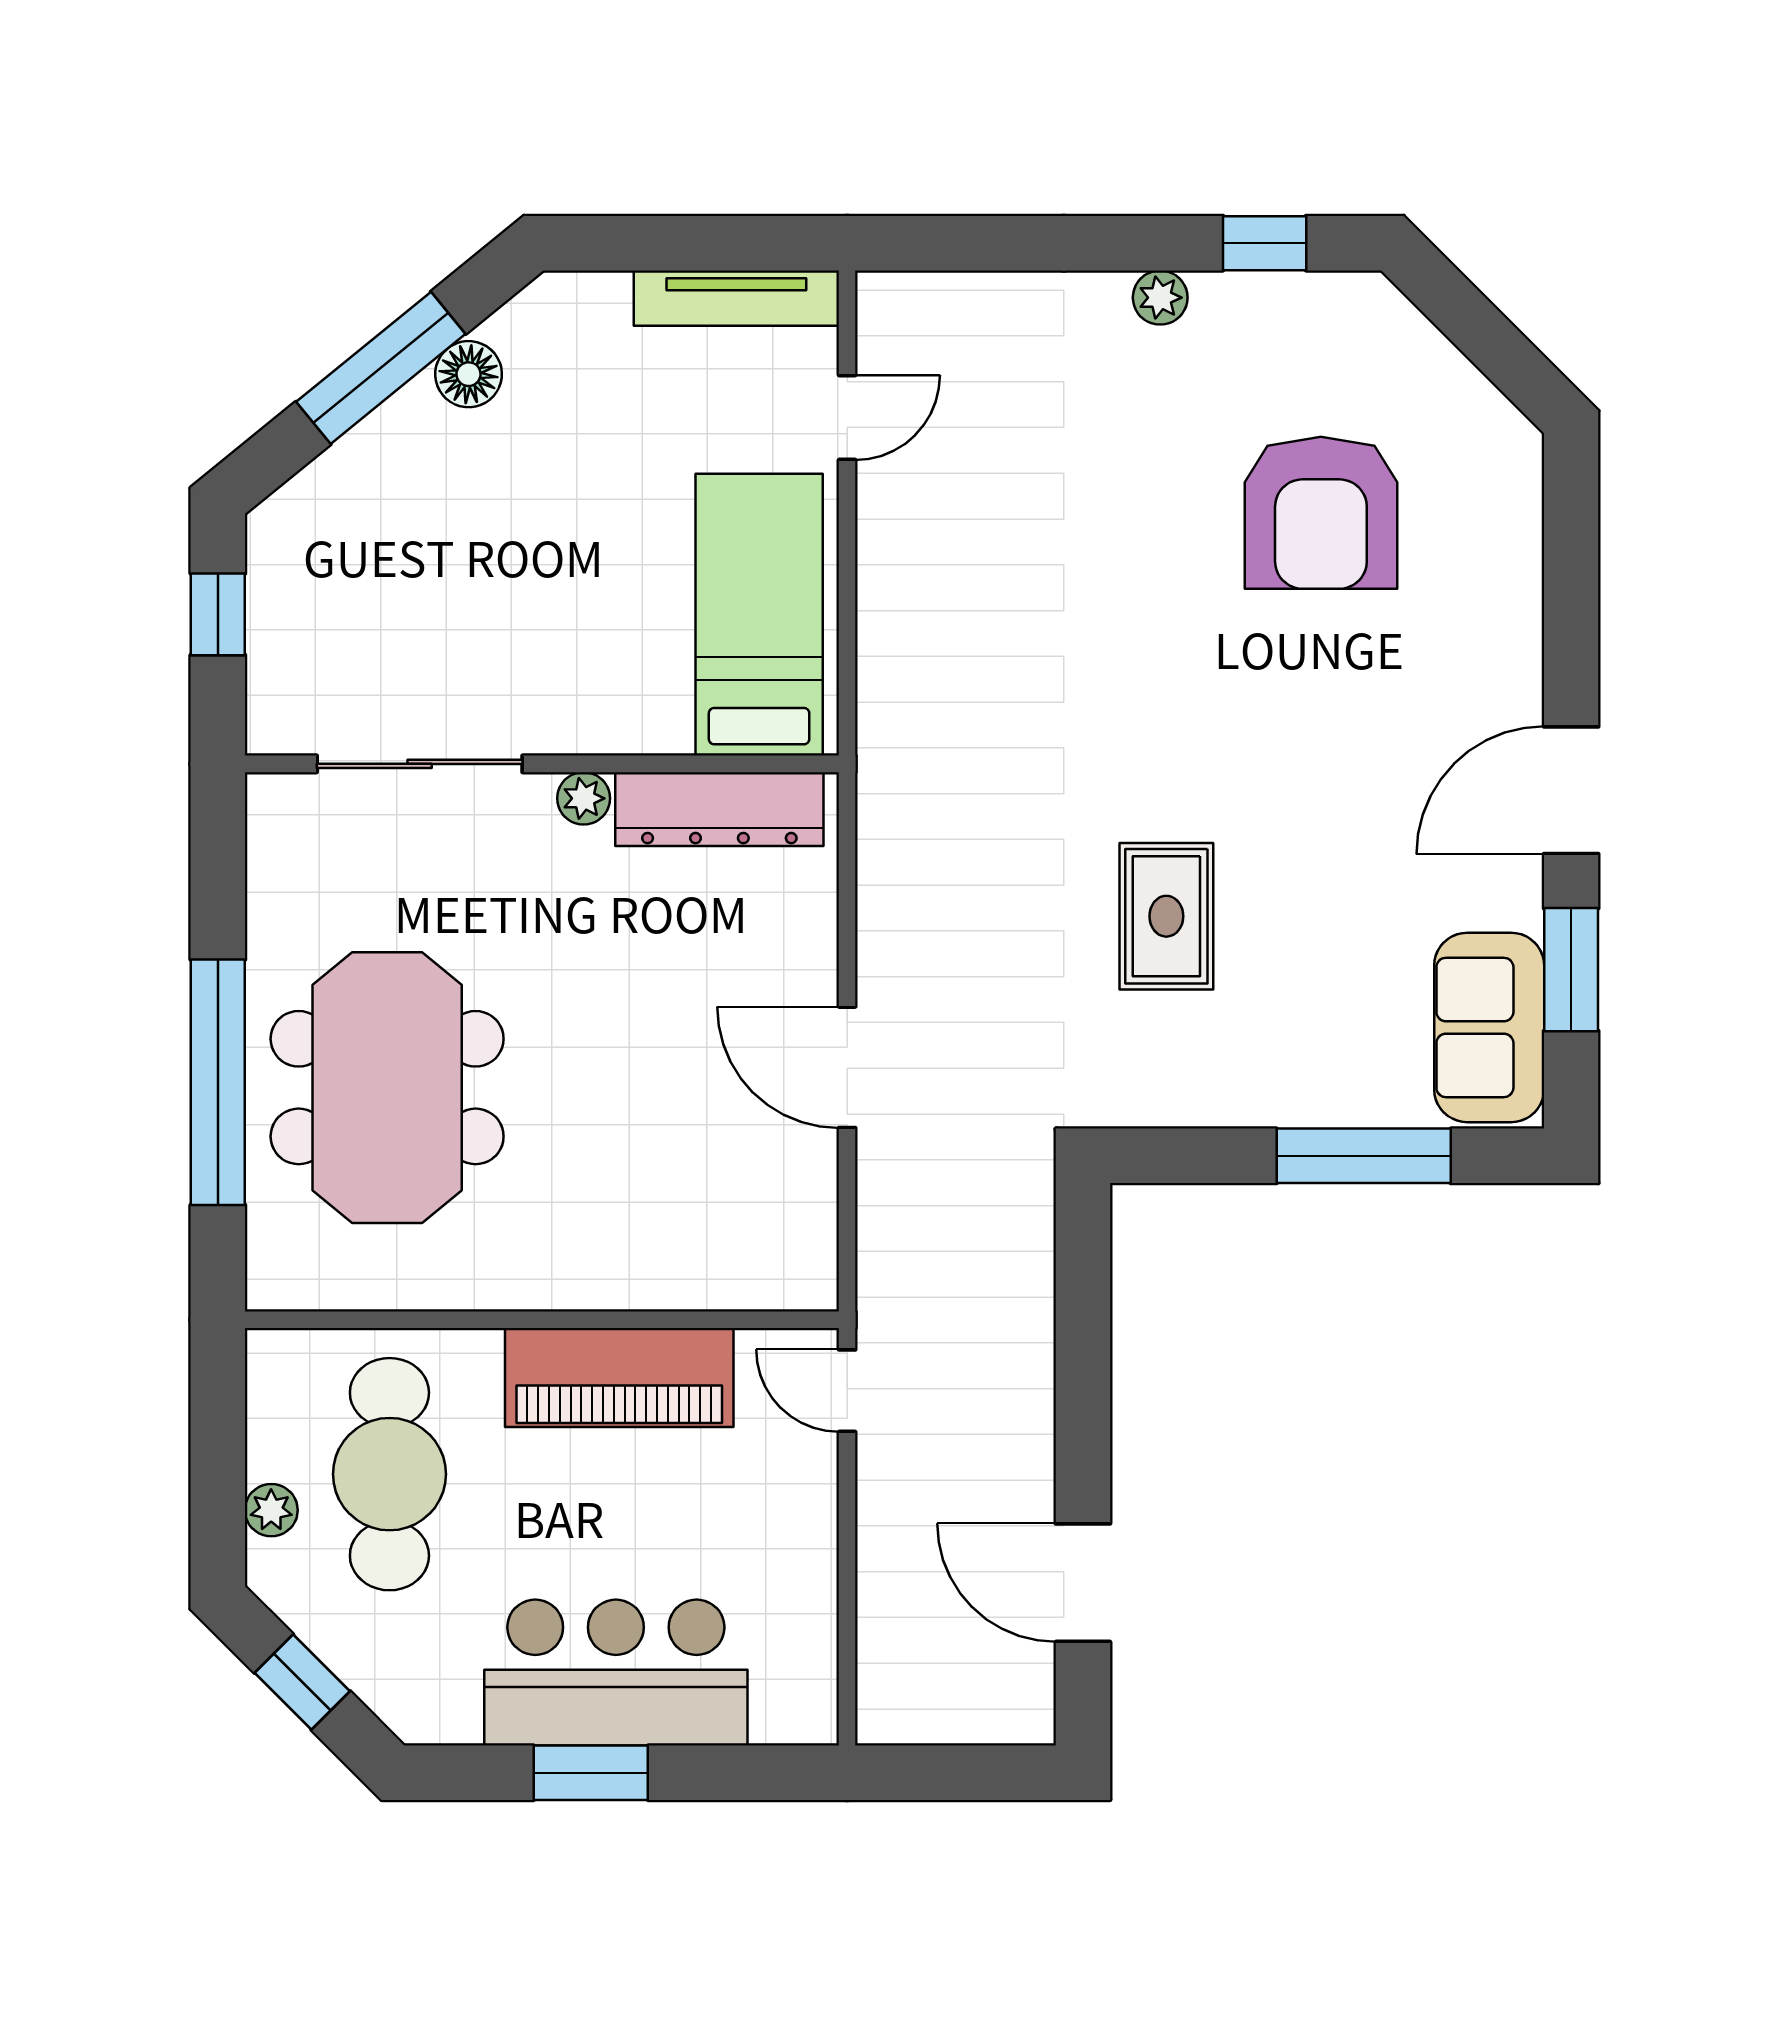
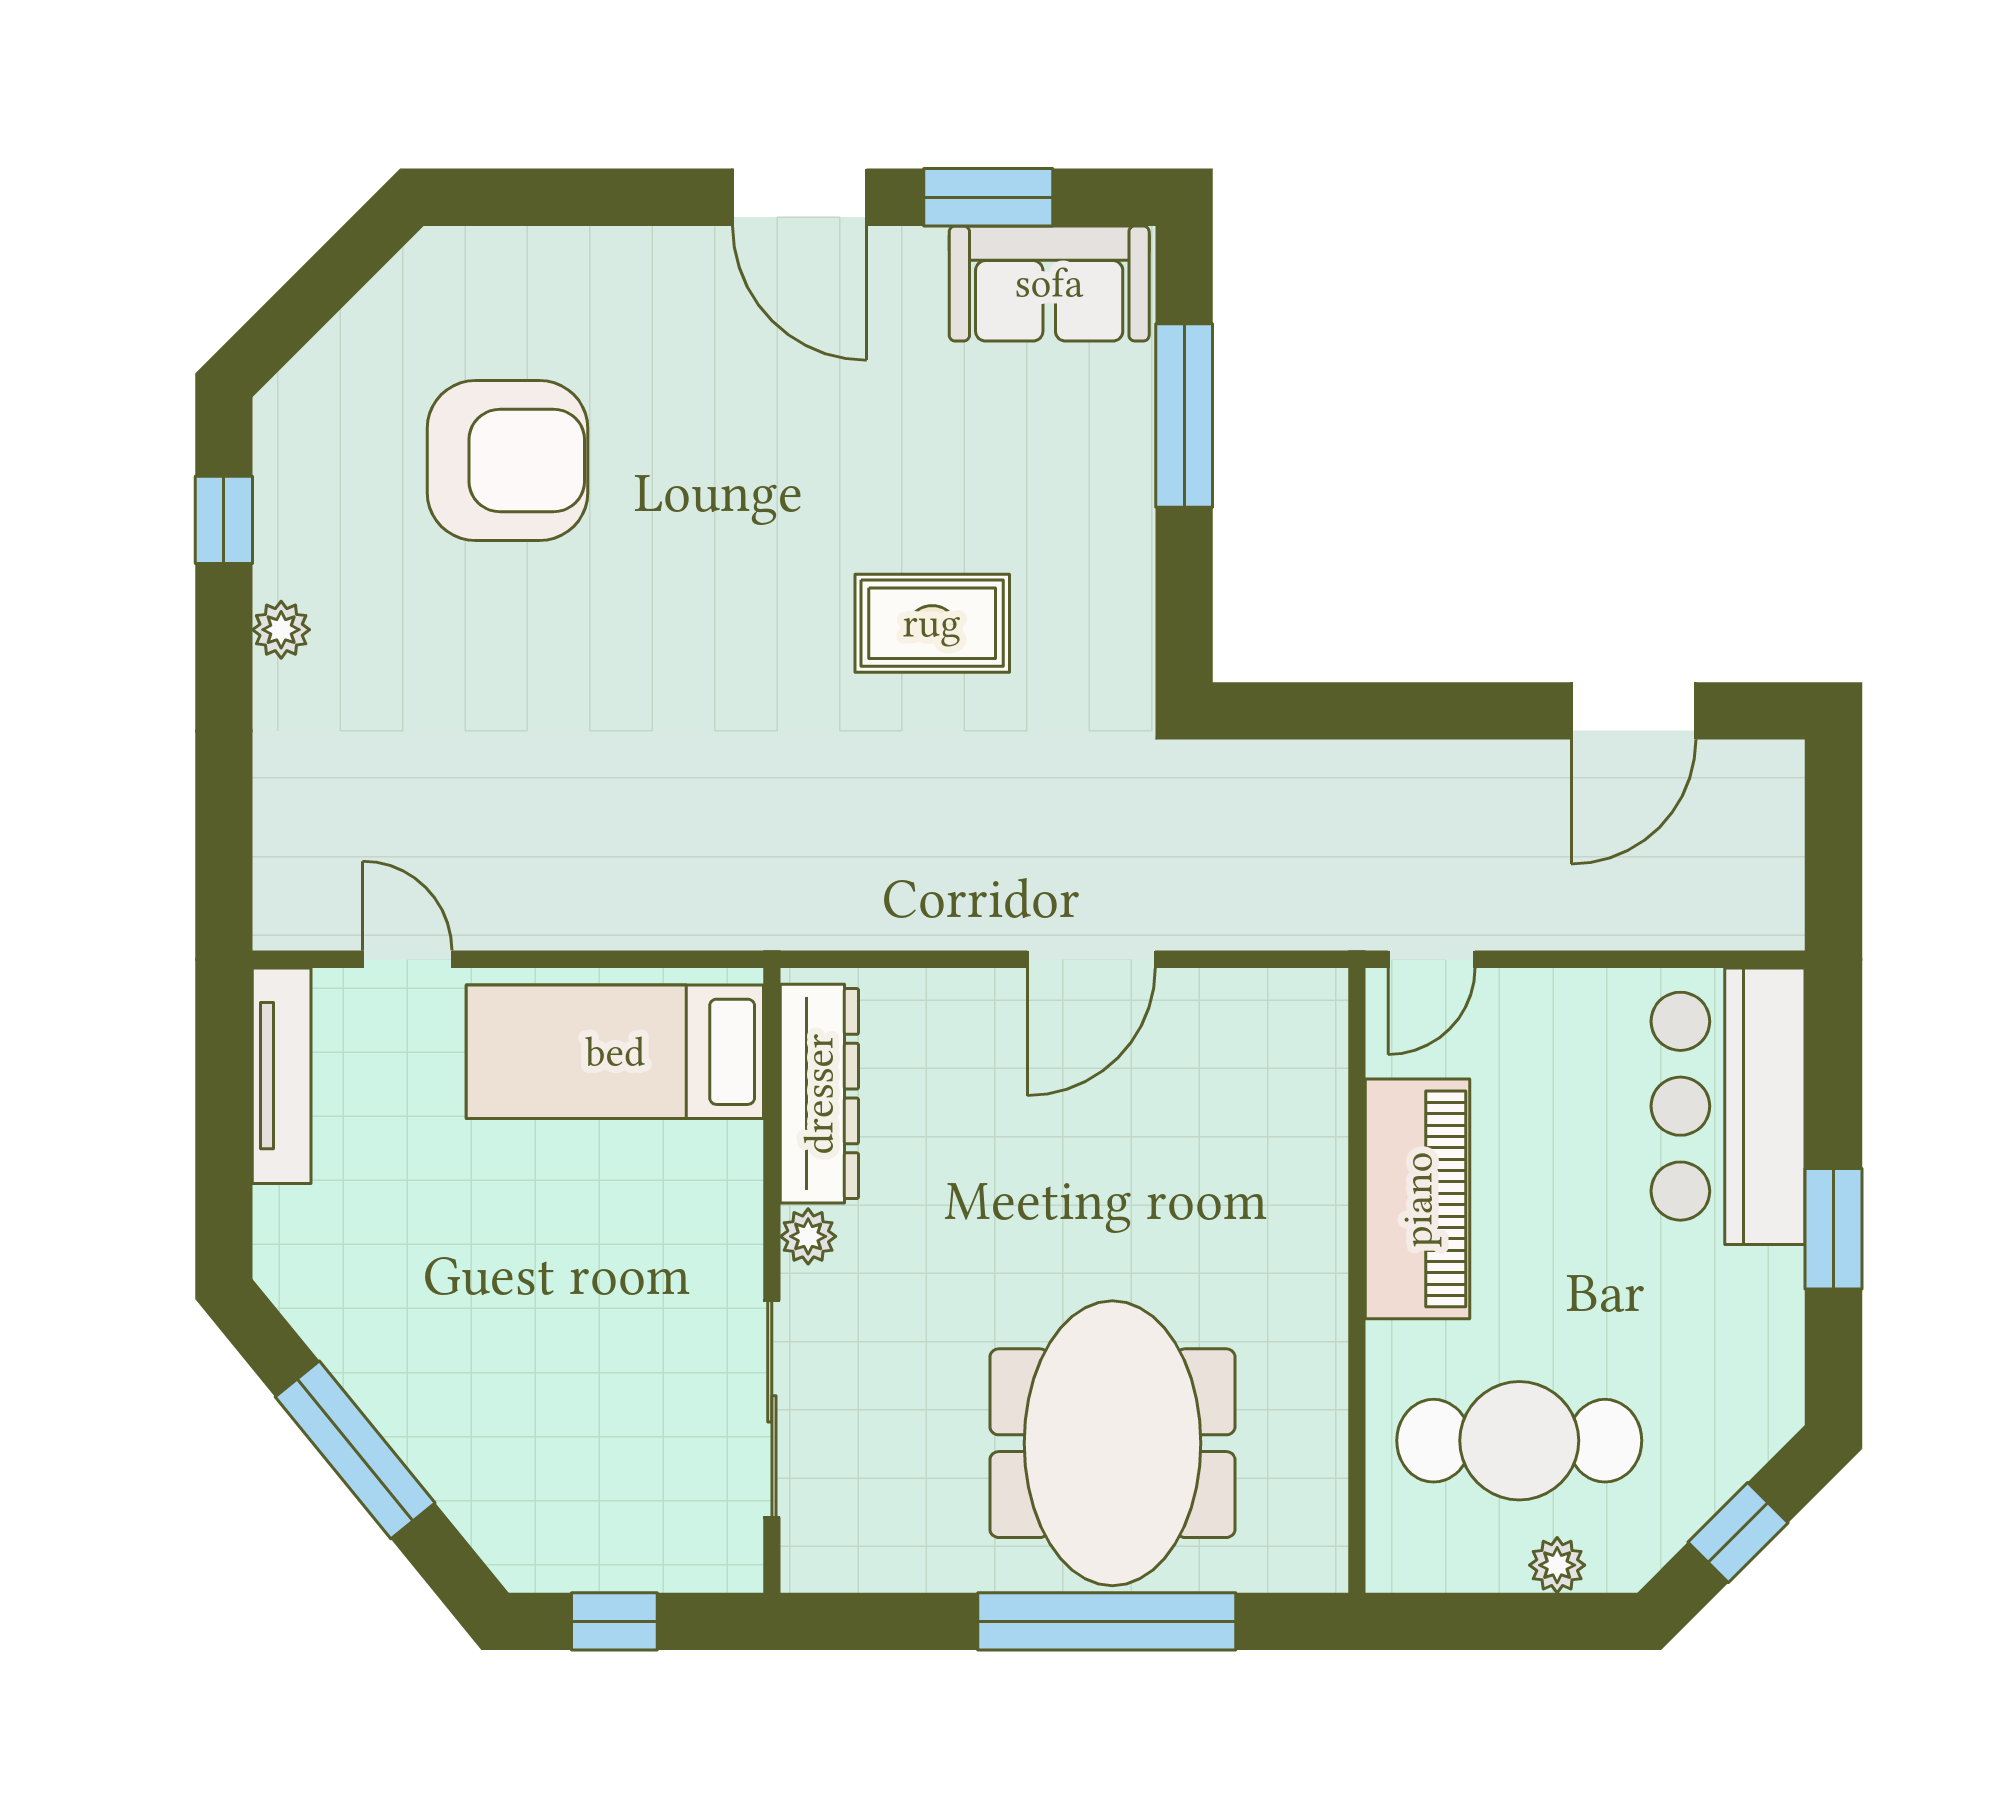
floor lamp: (469, 374) -> (362, 1358), removed
meeting table: (387, 1088) -> (1112, 1443), turned 90
bar counter: (616, 1673) -> (1728, 1106), moved

